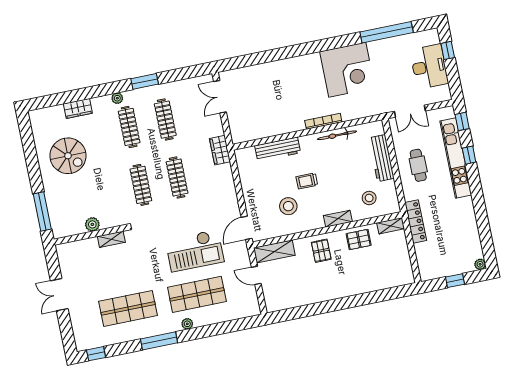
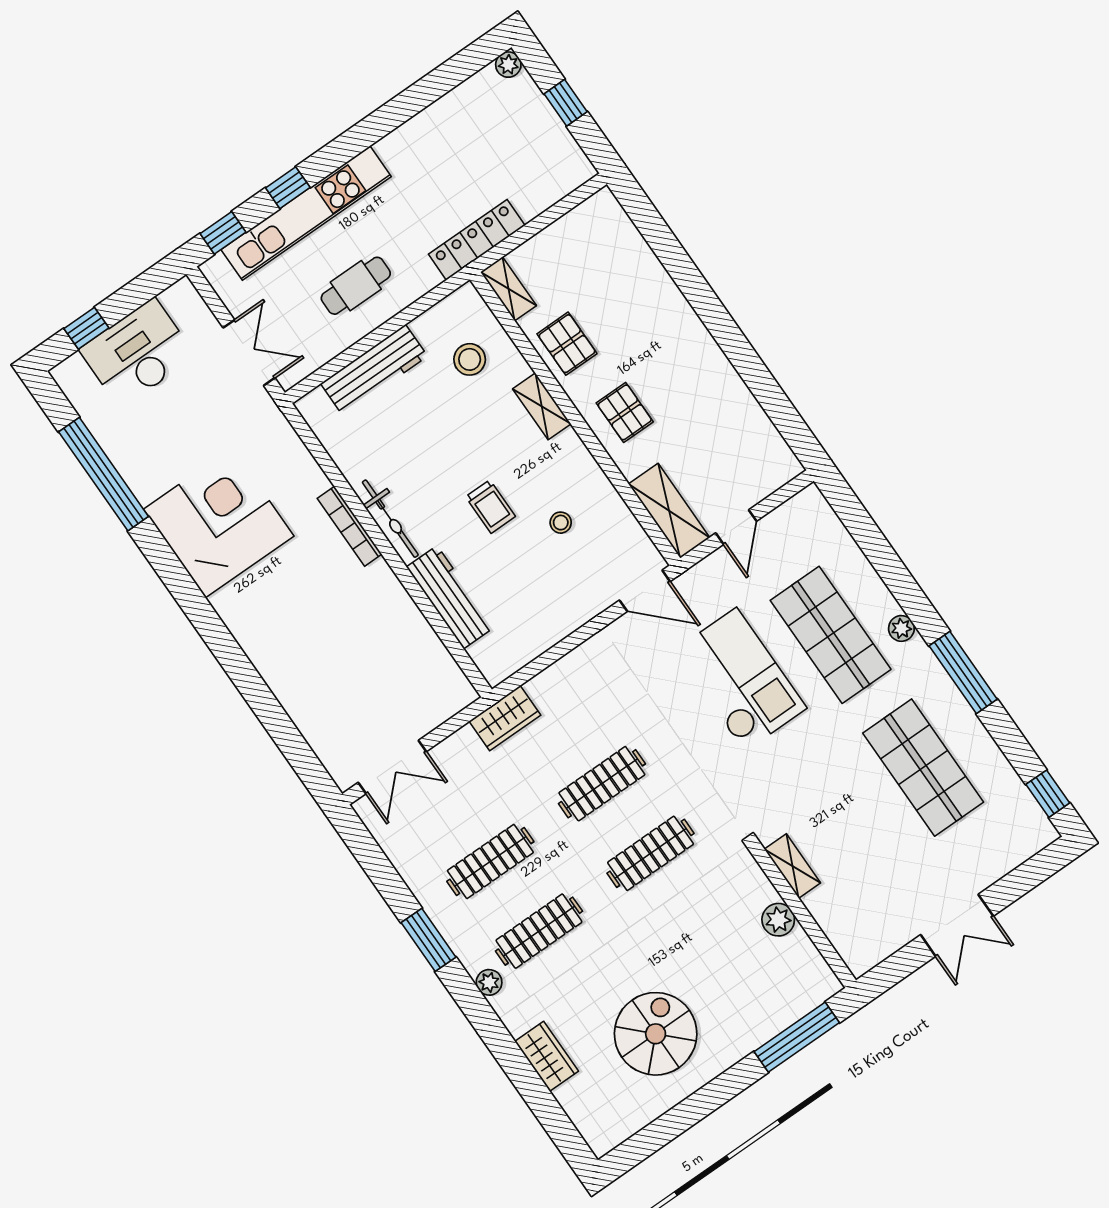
bicycle: (337, 135) -> (390, 519), moved
stool: (288, 206) -> (561, 523), width x0.53, depth x0.53
pallet: (321, 251) -> (625, 412), turned 90

